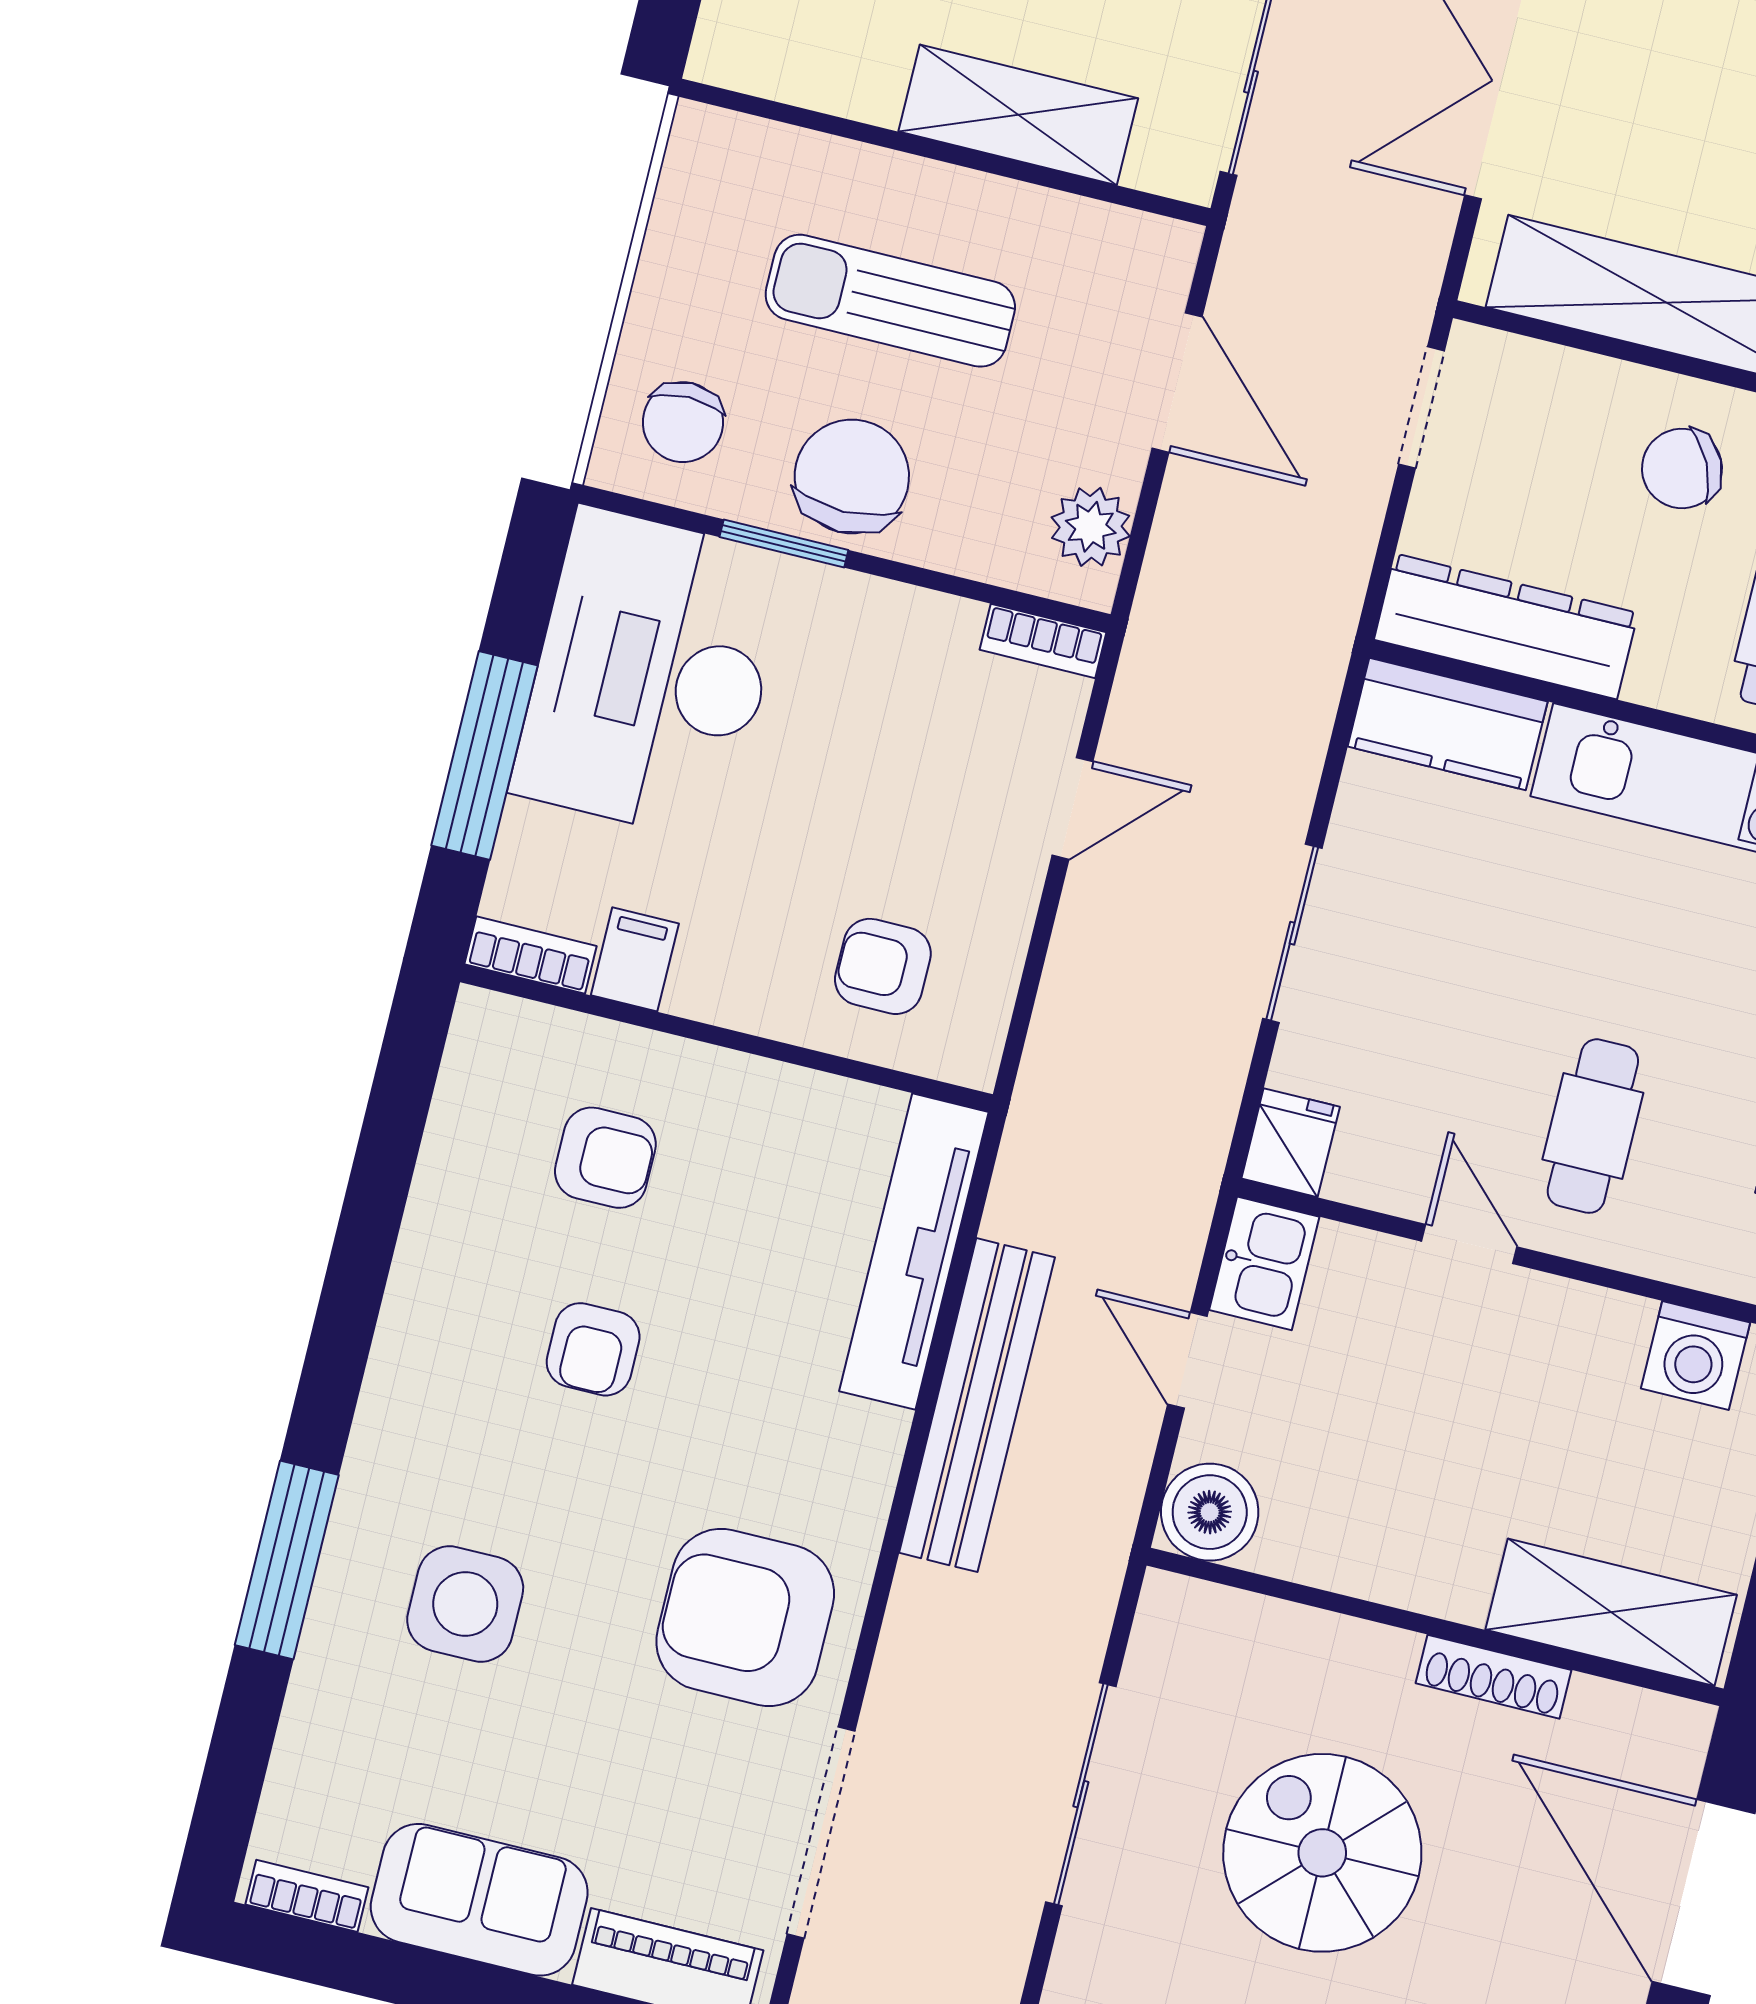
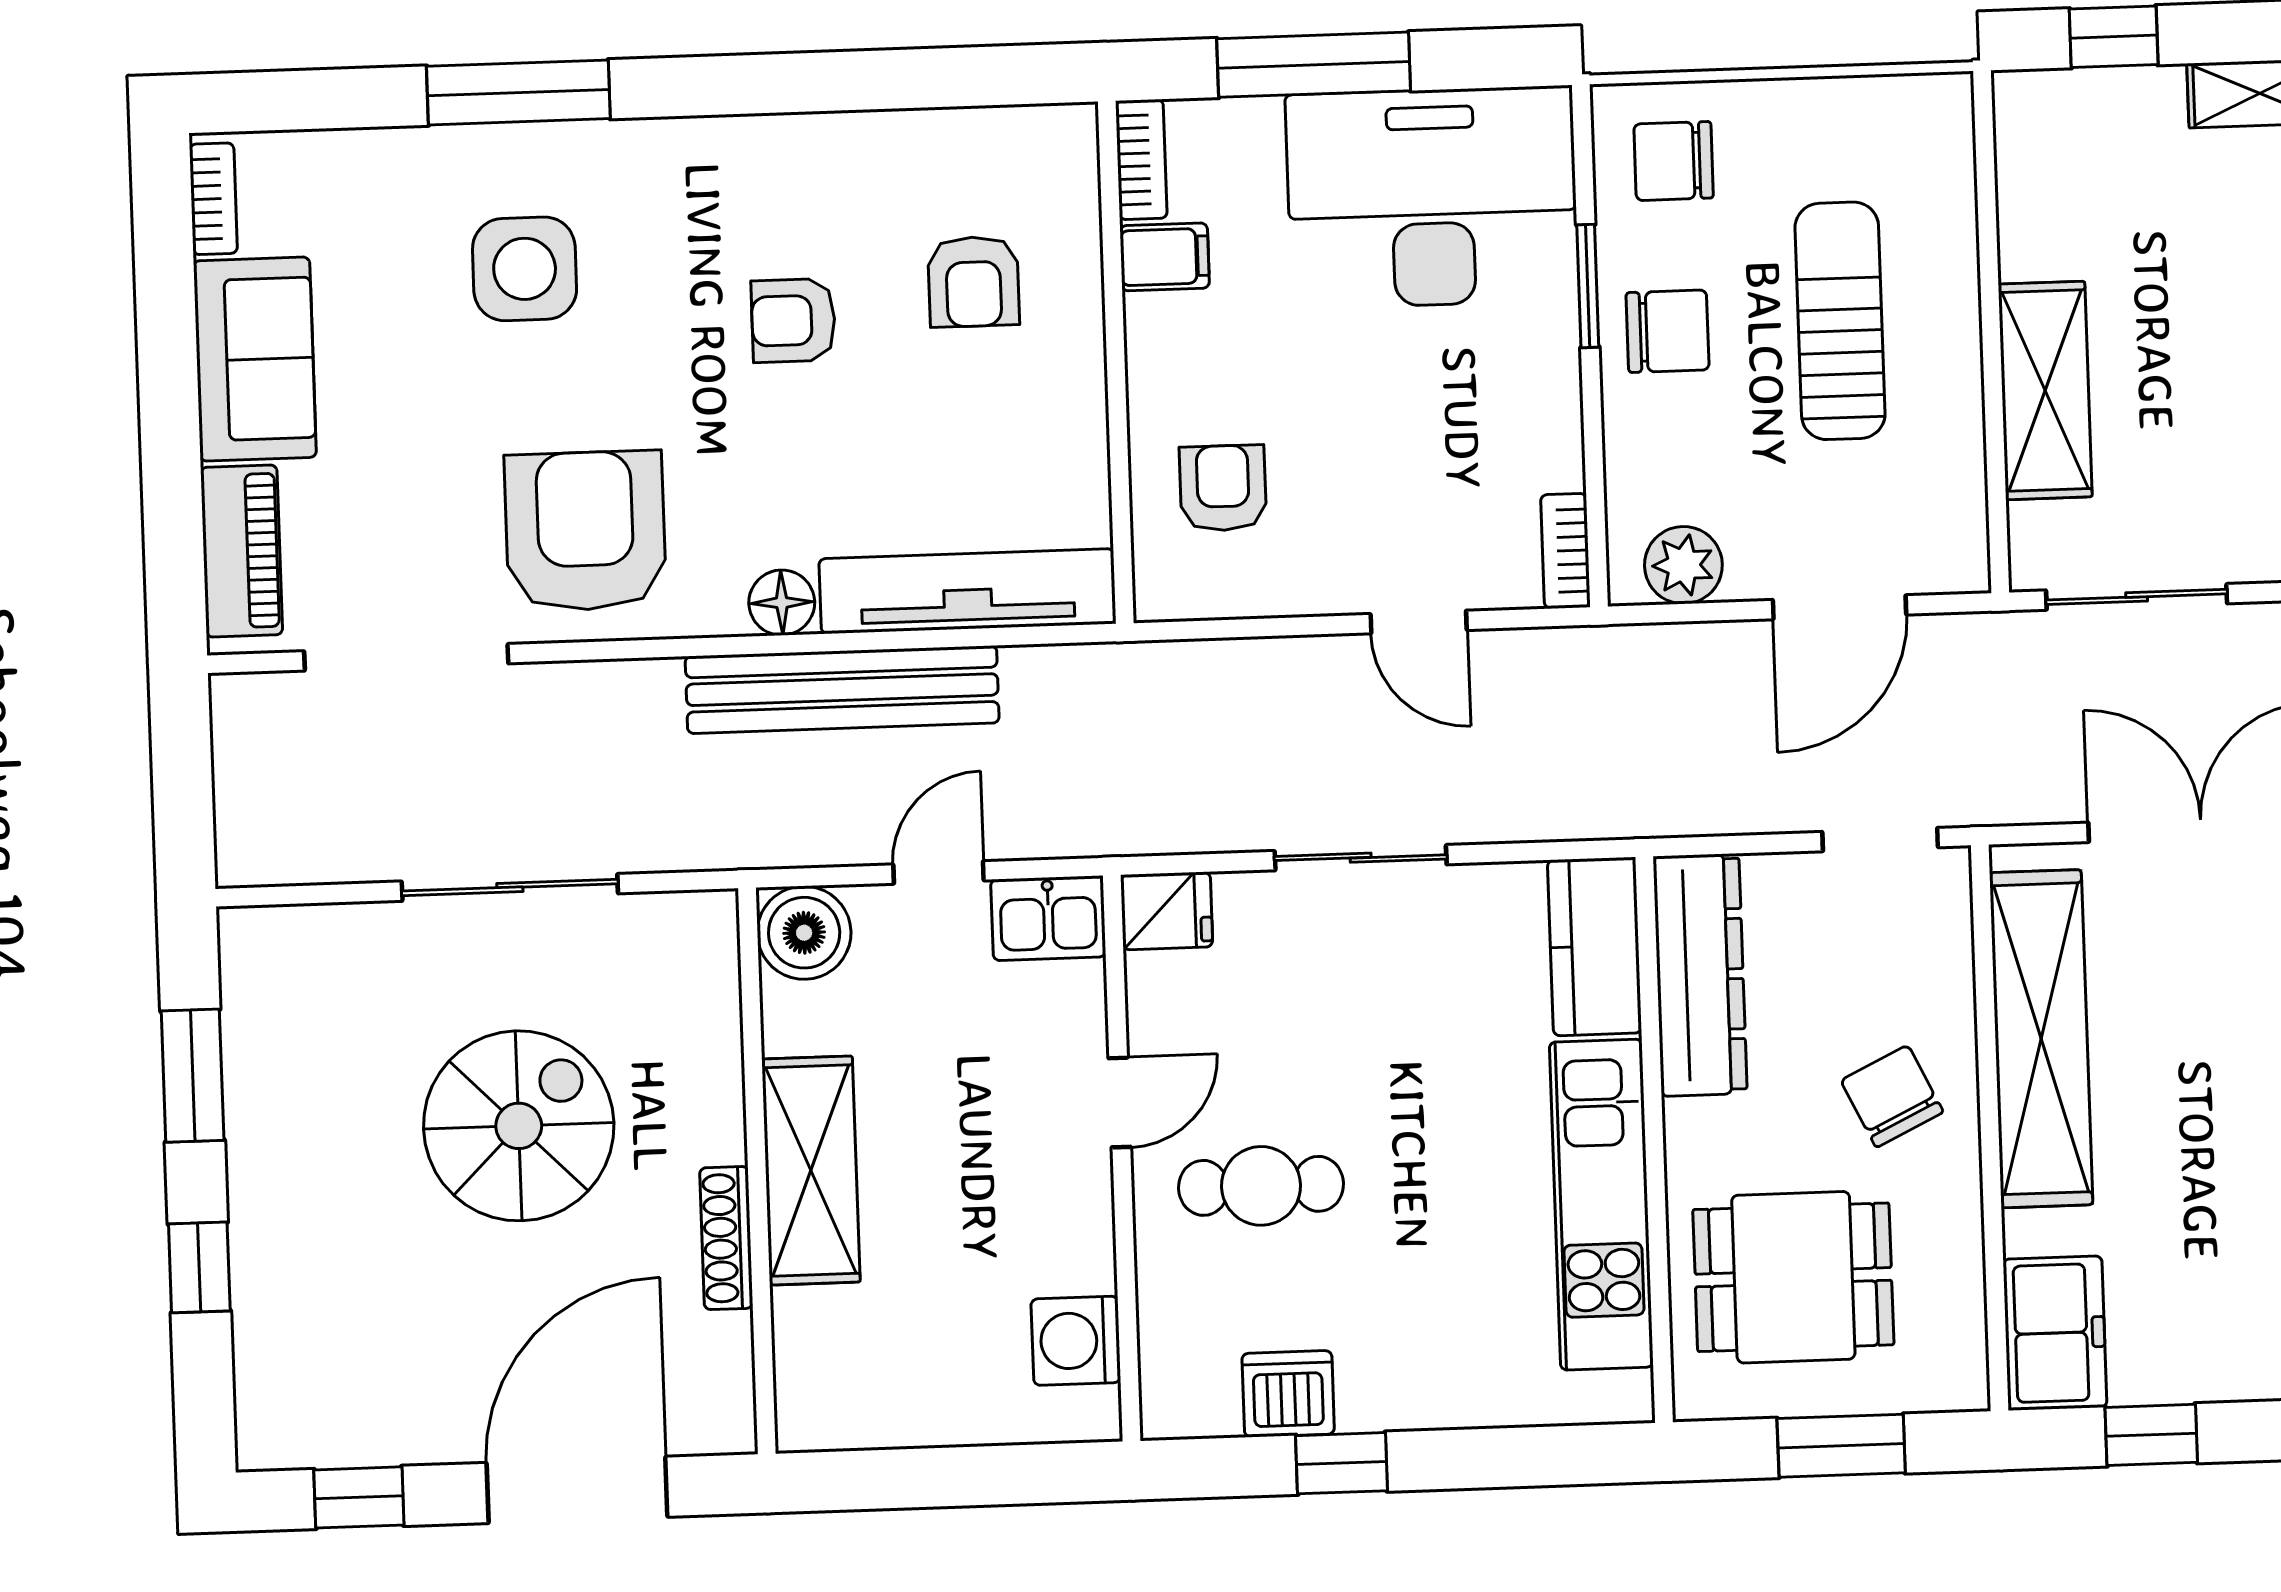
chair: (852, 476) -> (1668, 331), width x0.73, depth x0.73
floor lamp: (873, 1441) -> (782, 603), added
shelving: (1611, 1612) -> (811, 1171), moved

